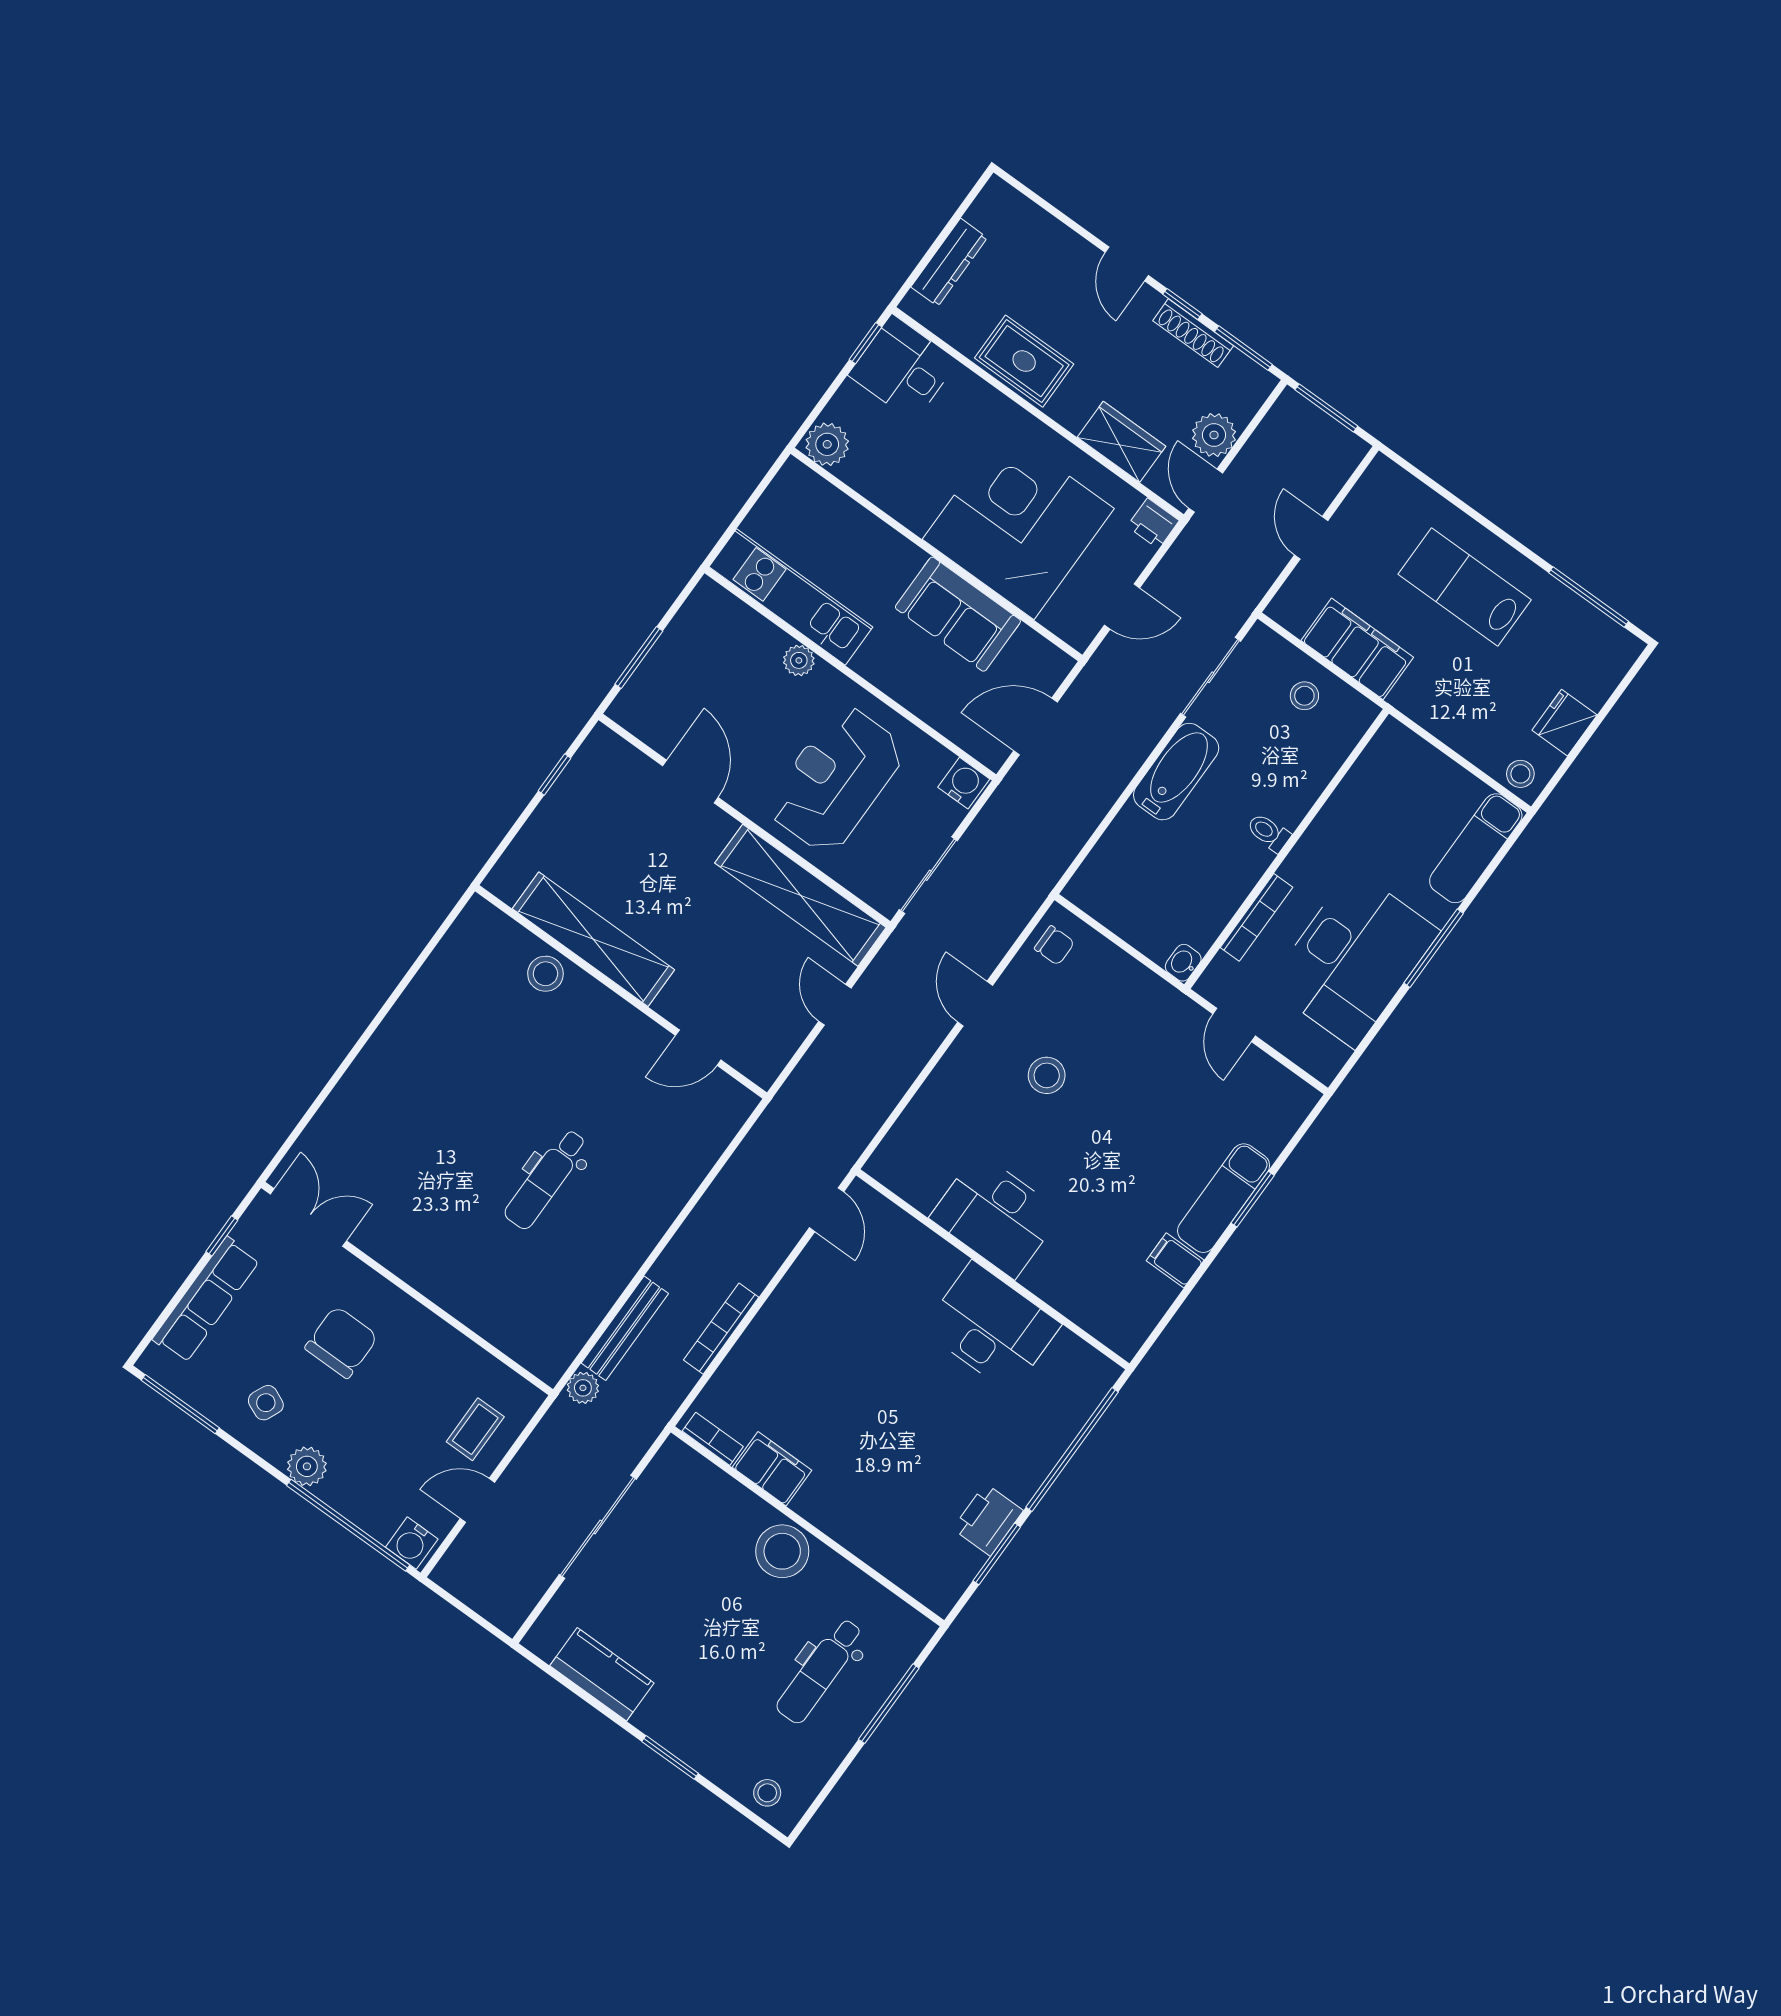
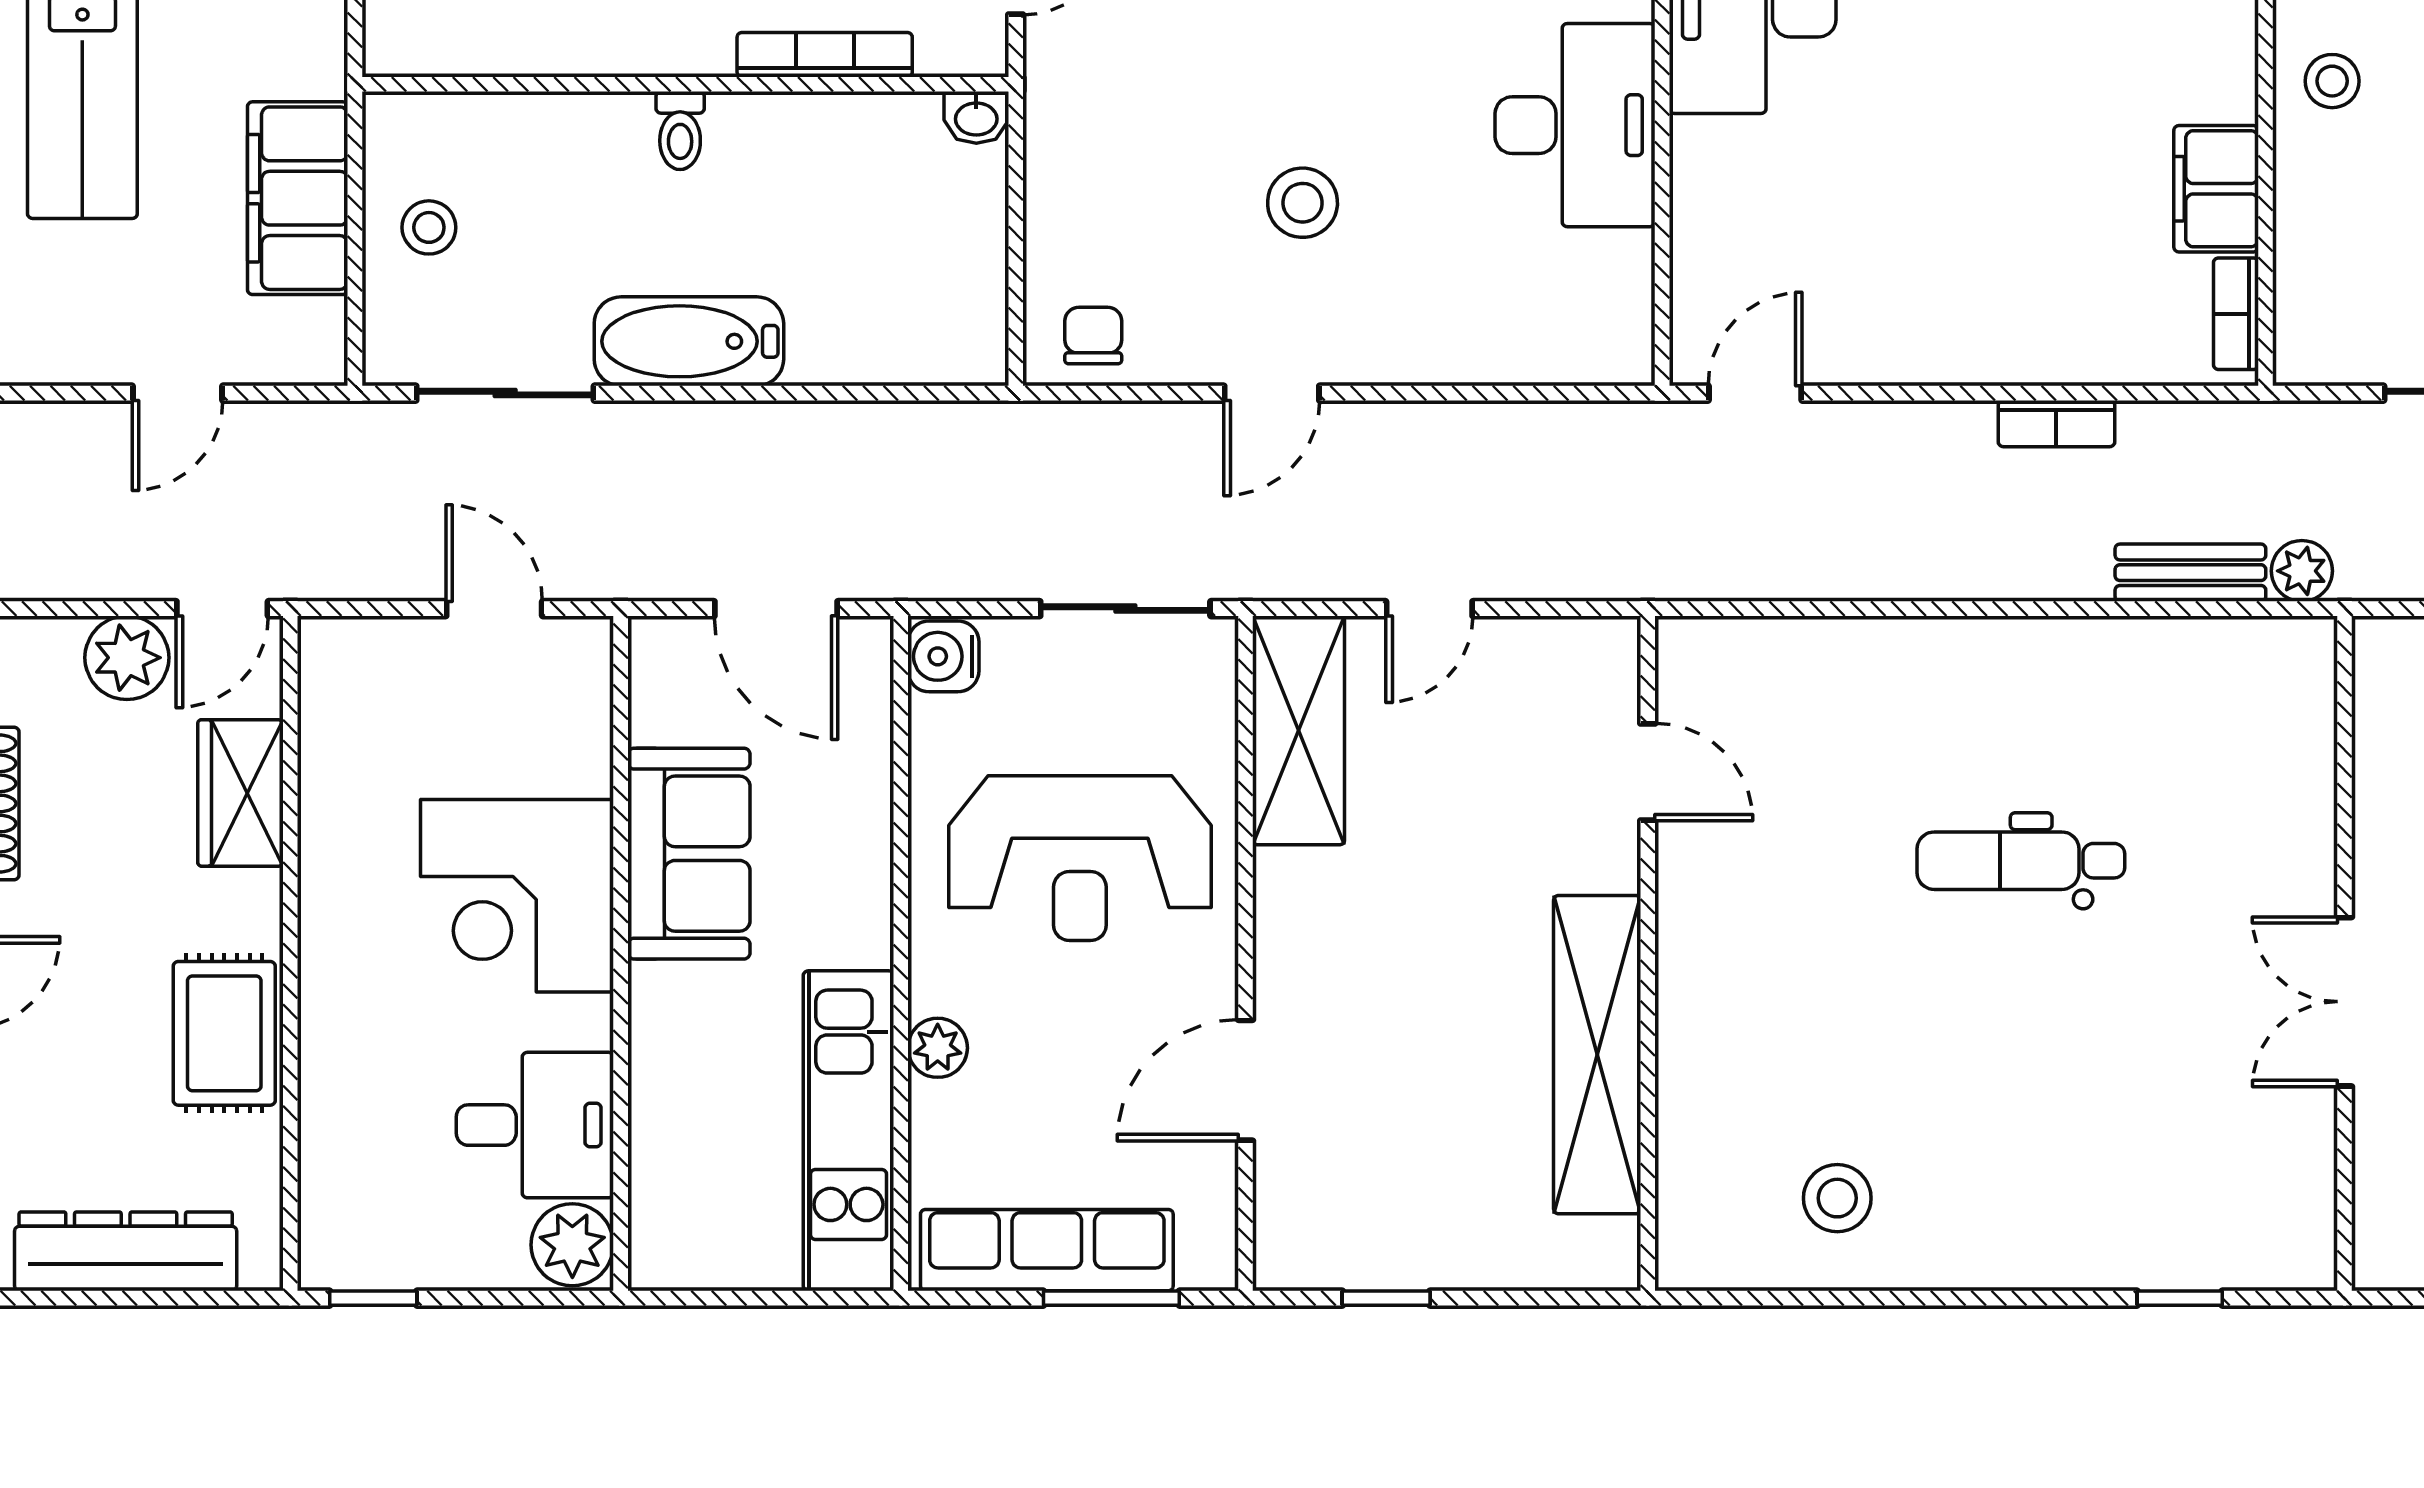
dresser: (949, 262) -> (126, 1251), width x1.37, depth x1.24
desk: (903, 368) -> (535, 1125), moved, turned -90
printer: (1153, 523) -> (331, 653), removed
corner desk: (1018, 524) -> (517, 896), width x0.74, depth x0.74
row of seats: (679, 645) -> (1047, 1250), added
shelving: (800, 895) -> (1299, 730), width x0.68
stool: (545, 974) -> (1837, 1198), moved
window: (311, 1113) -> (2180, 1298), added
dental chair: (546, 1179) -> (2021, 861), turned 180
double door: (308, 1218) -> (2345, 1002), moved
bench: (625, 1328) -> (2190, 573), width x0.73
bookcase: (721, 1329) -> (2056, 424), width x0.64
stool: (782, 1551) -> (2332, 81), width x0.53, depth x0.53

